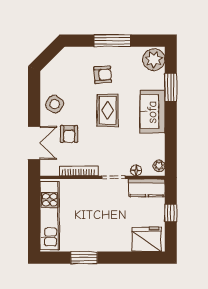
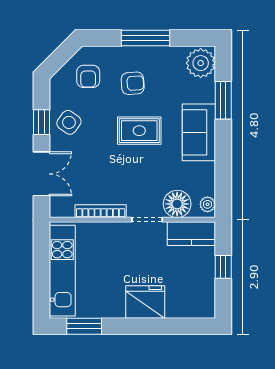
window: (34, 104) -> (42, 122), added
rug: (108, 110) -> (139, 131), turned 90
armchair: (69, 134) -> (88, 76), moved
floor lamp: (136, 170) -> (177, 204), width x1.89, depth x1.89
fridge: (147, 239) -> (145, 302), moved
window: (84, 258) -> (84, 326), moved

